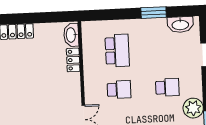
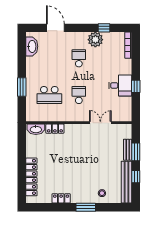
window: (154, 13) -> (22, 87), moved
school desk: (117, 51) -> (49, 95), turned 180

